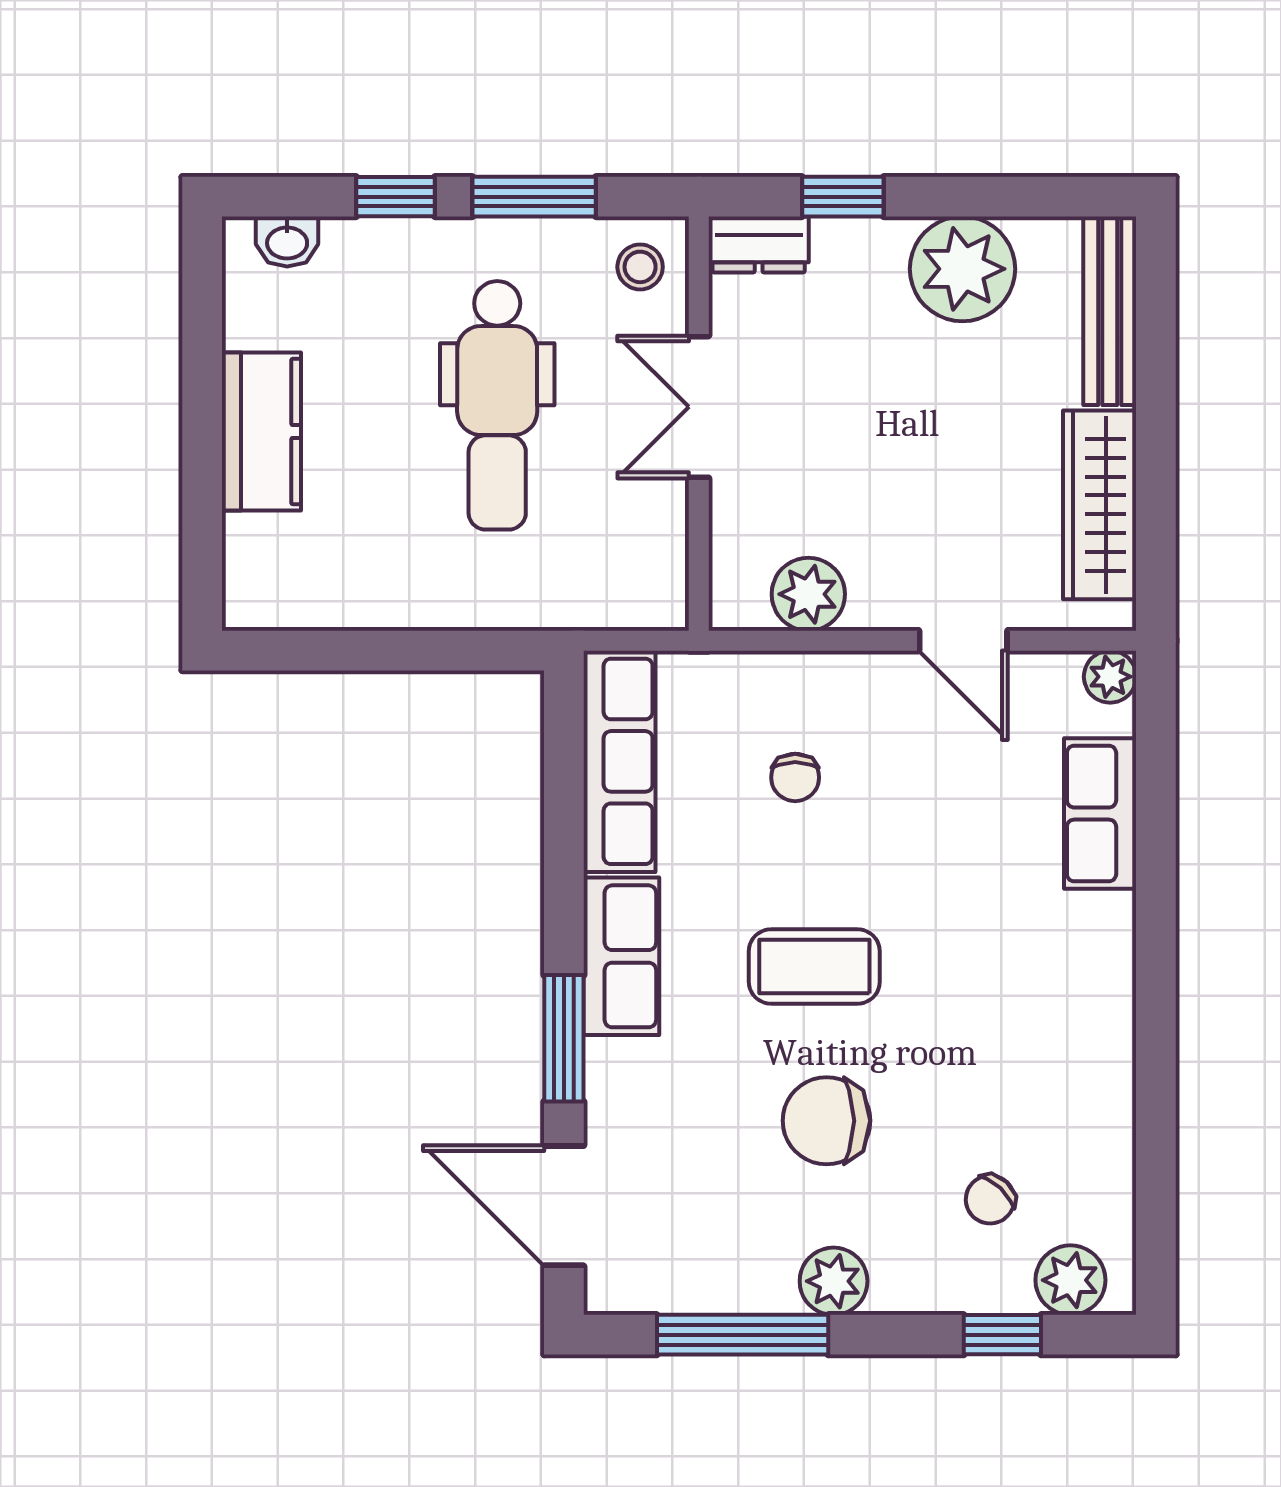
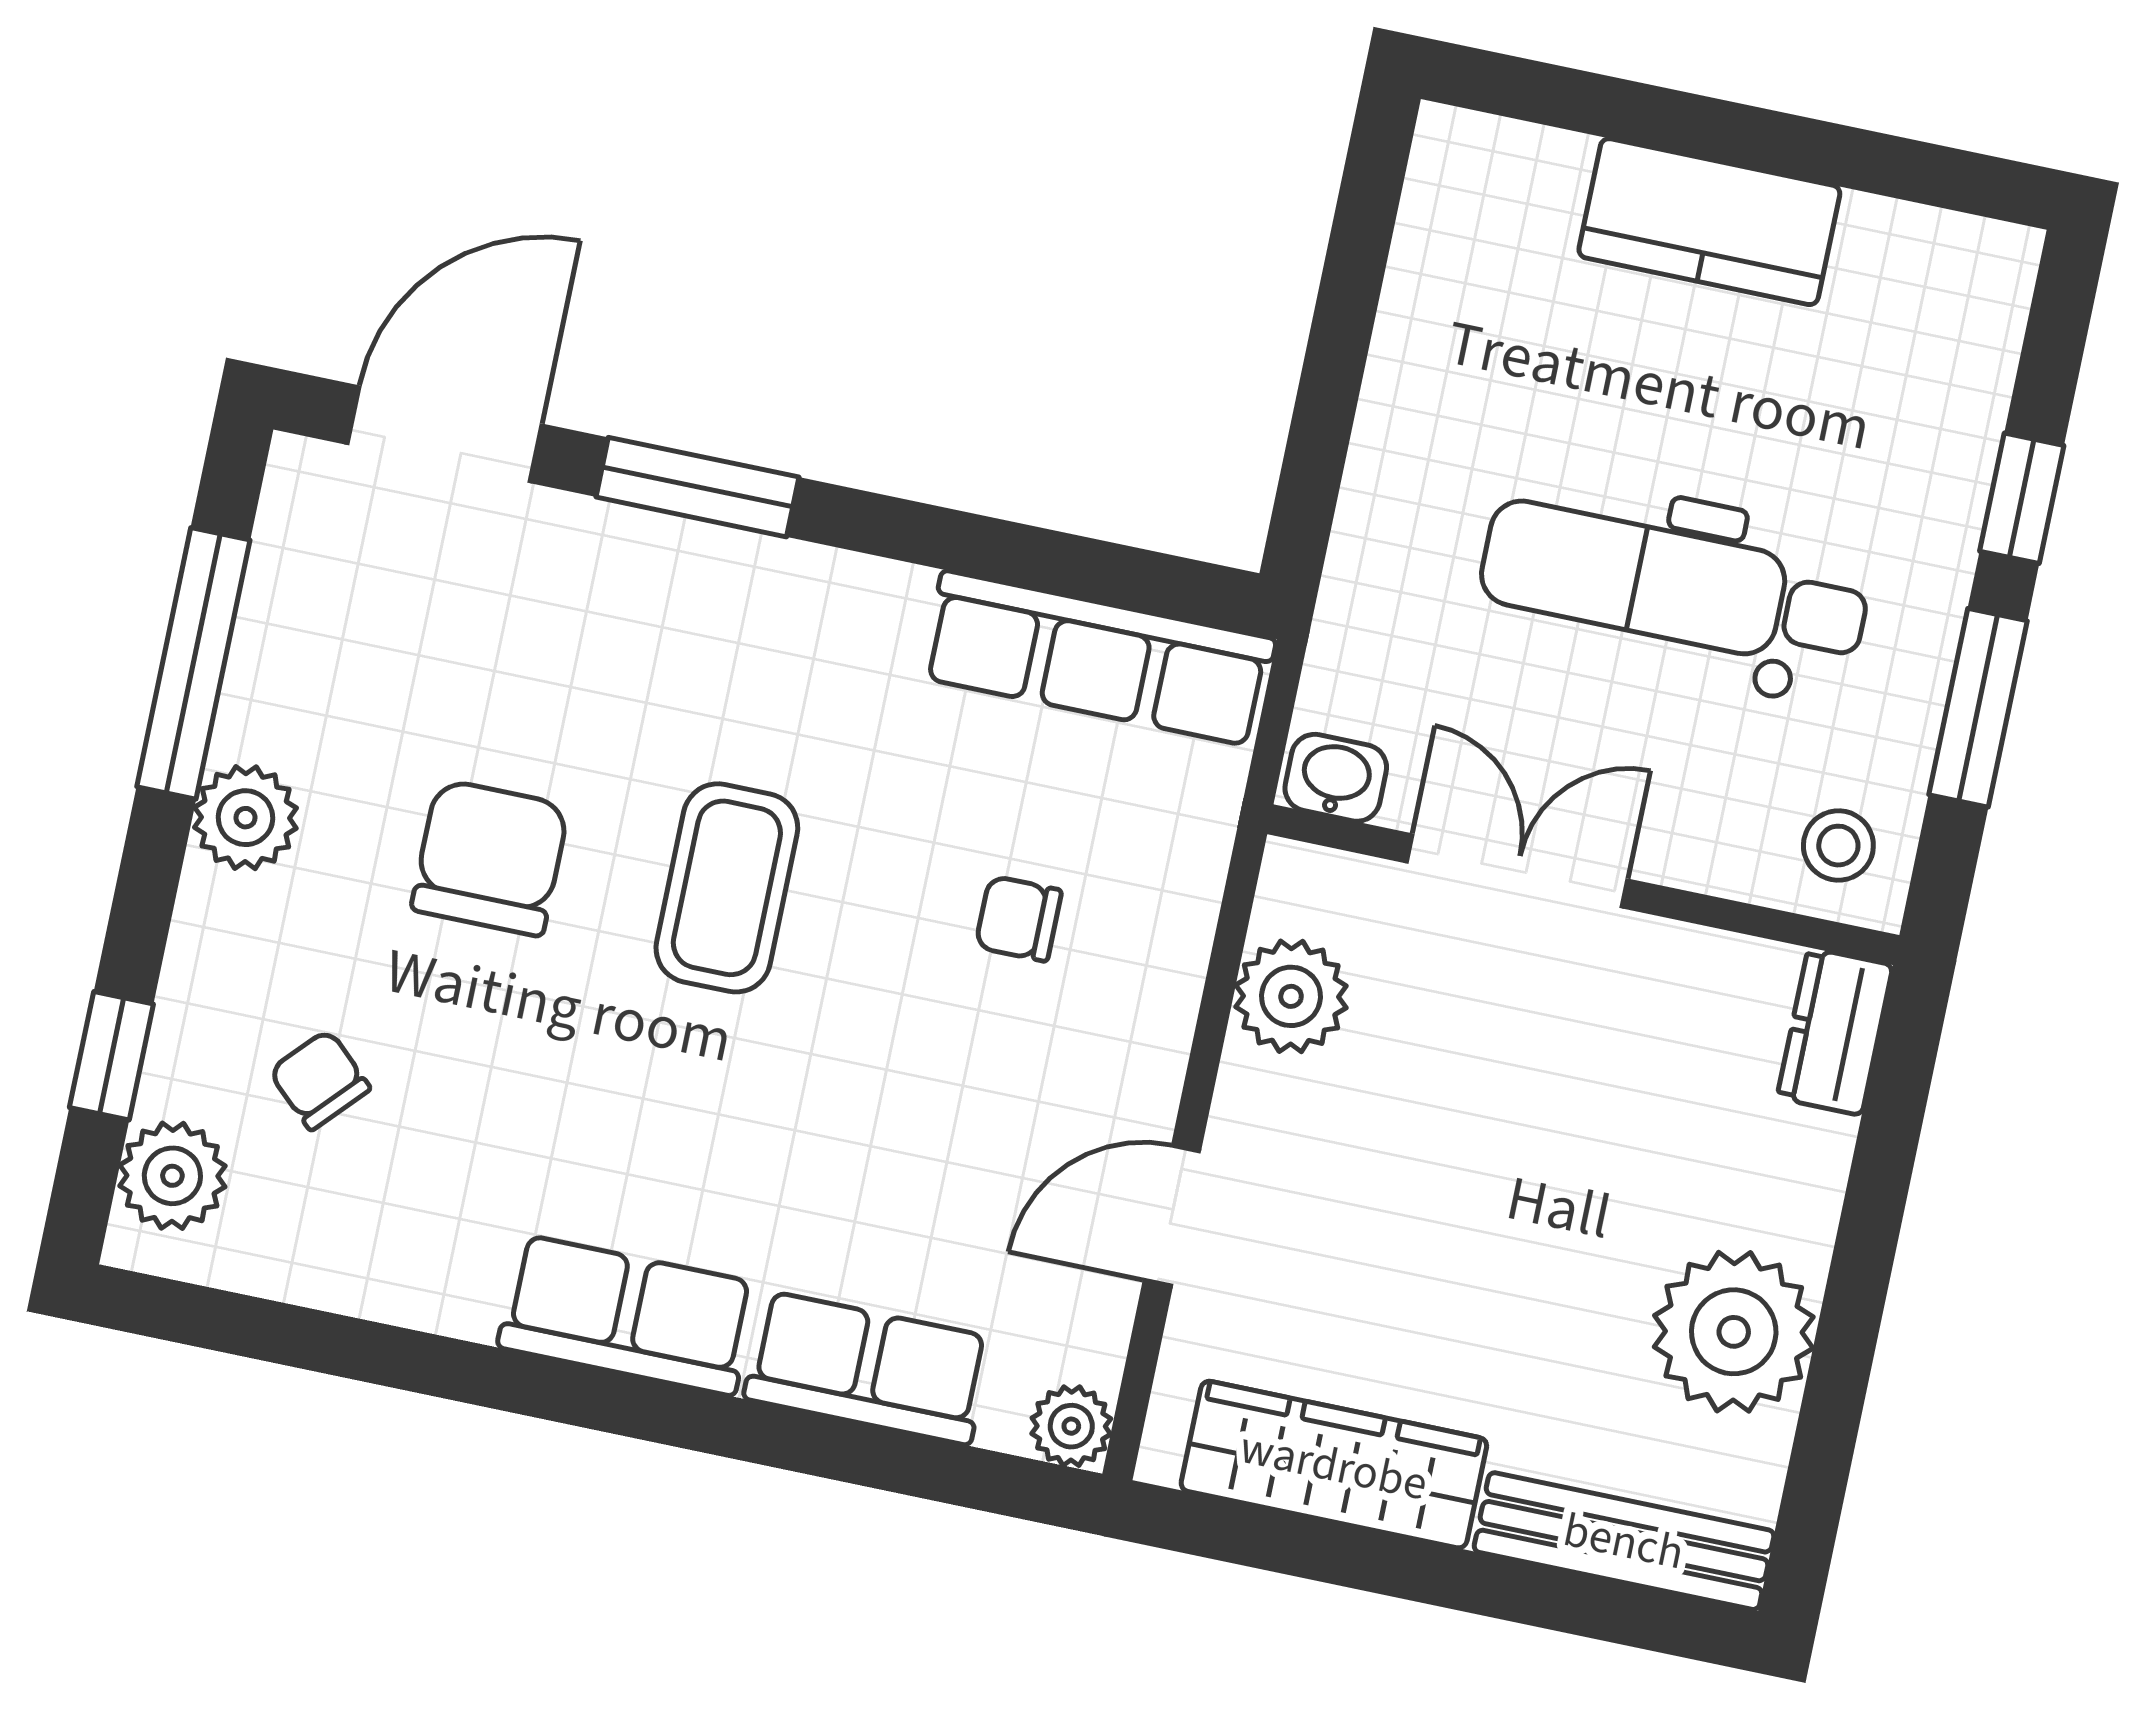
window: (843, 197) -> (1881, 1174), removed
washbasin: (287, 242) -> (1336, 778), moved, turned 90
double door: (699, 407) -> (1517, 871), moved
row of seats: (621, 956) -> (627, 1315), moved, turned 180

